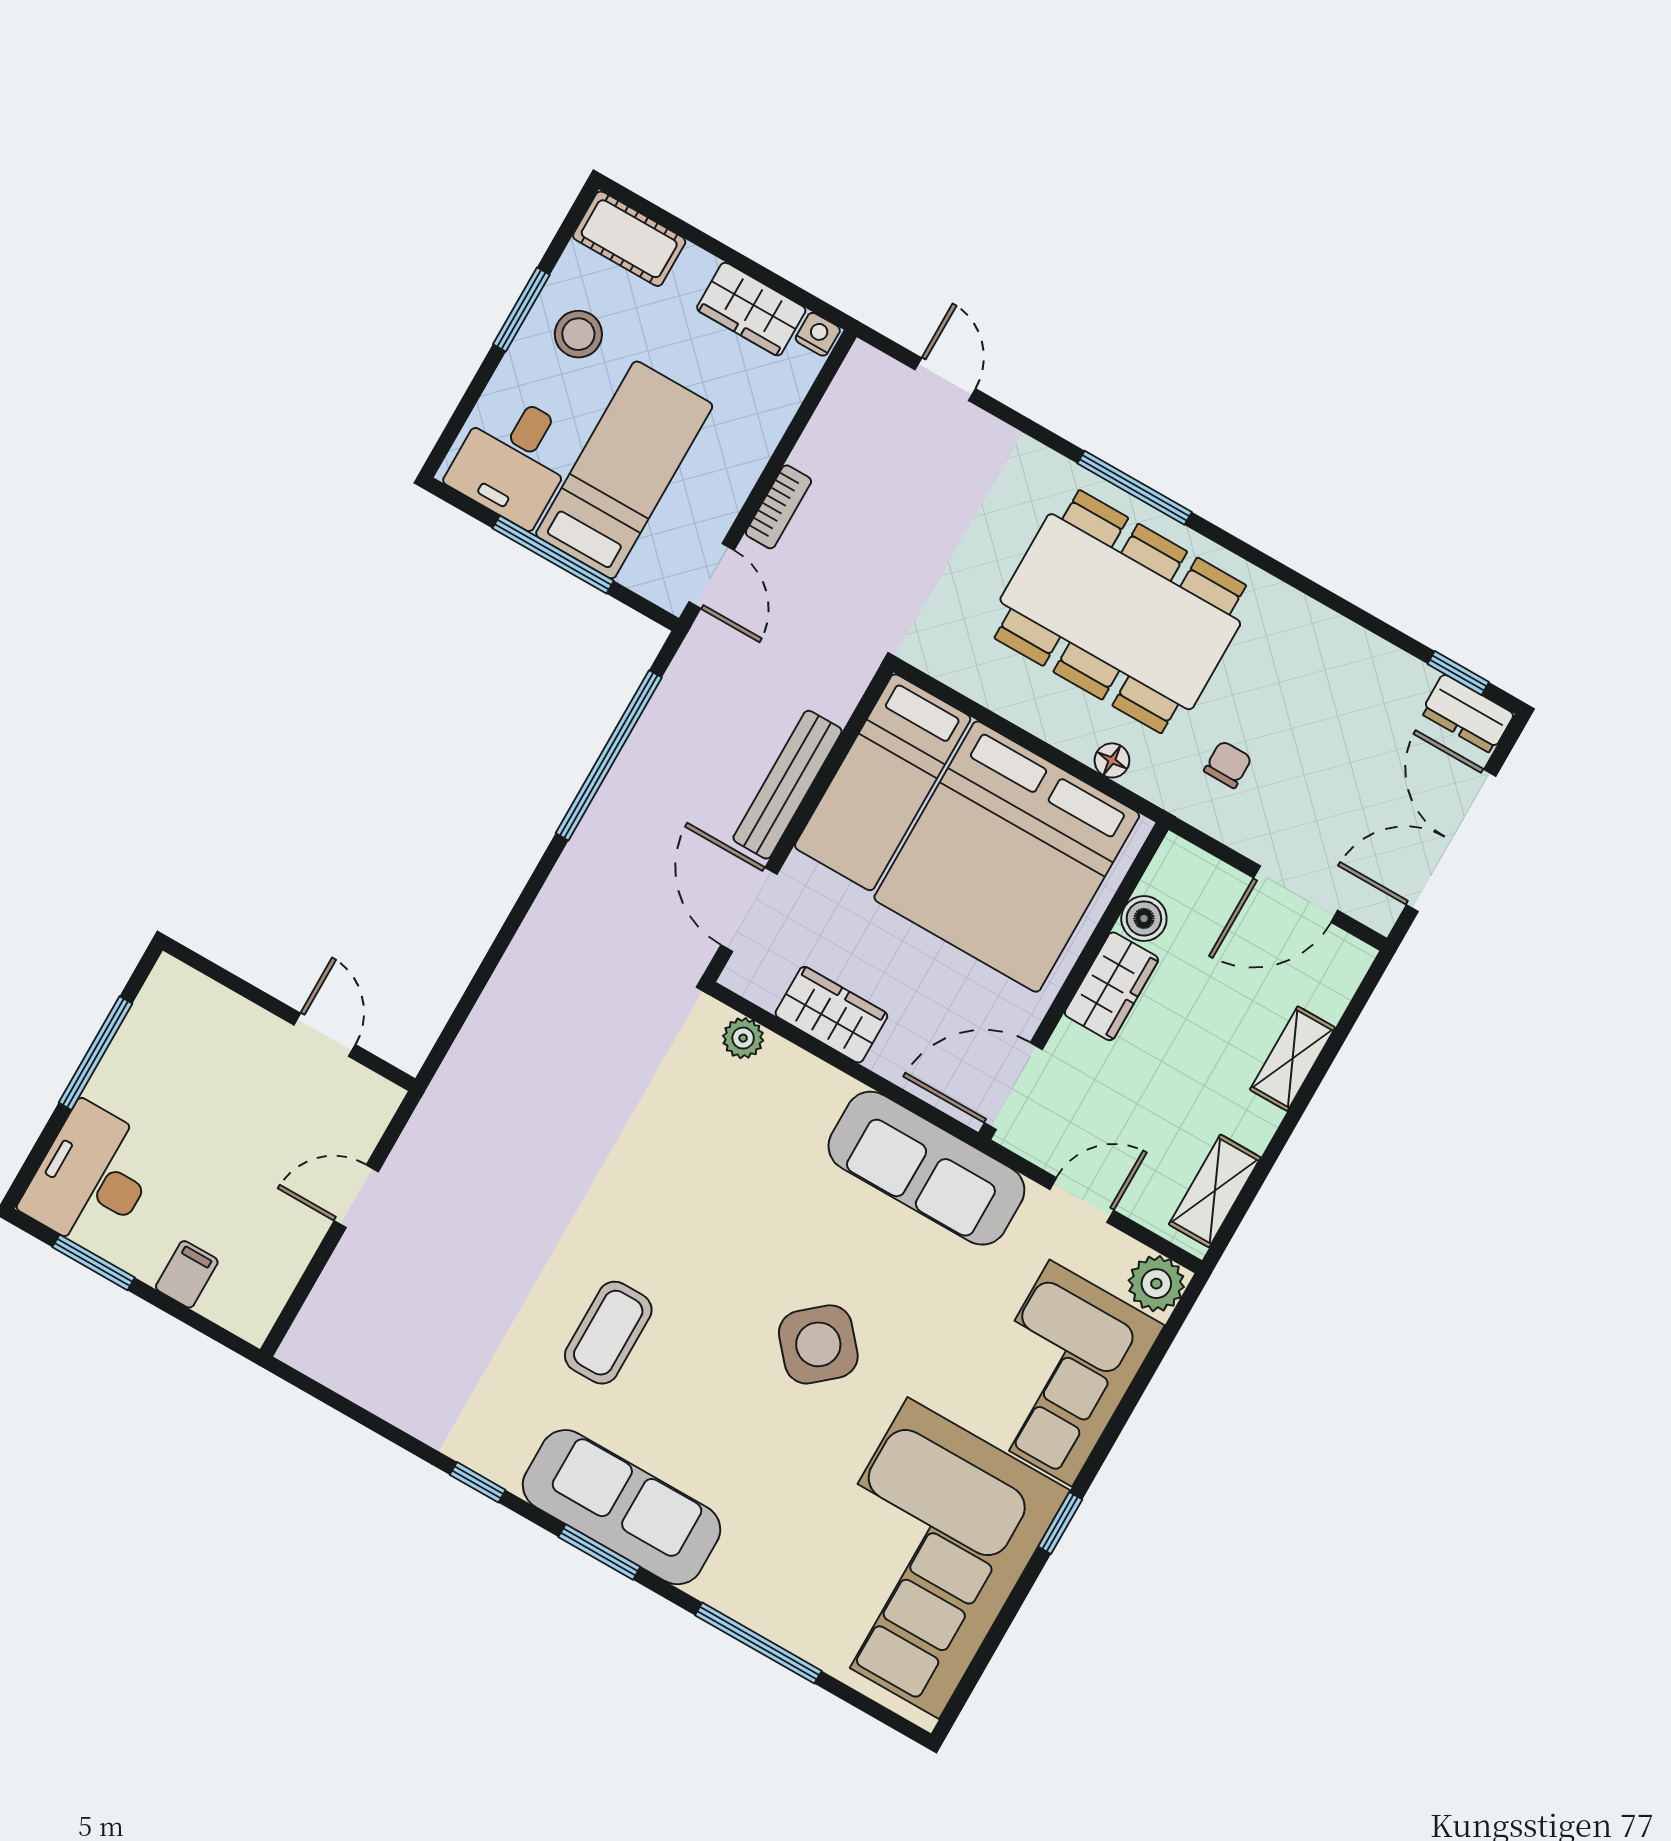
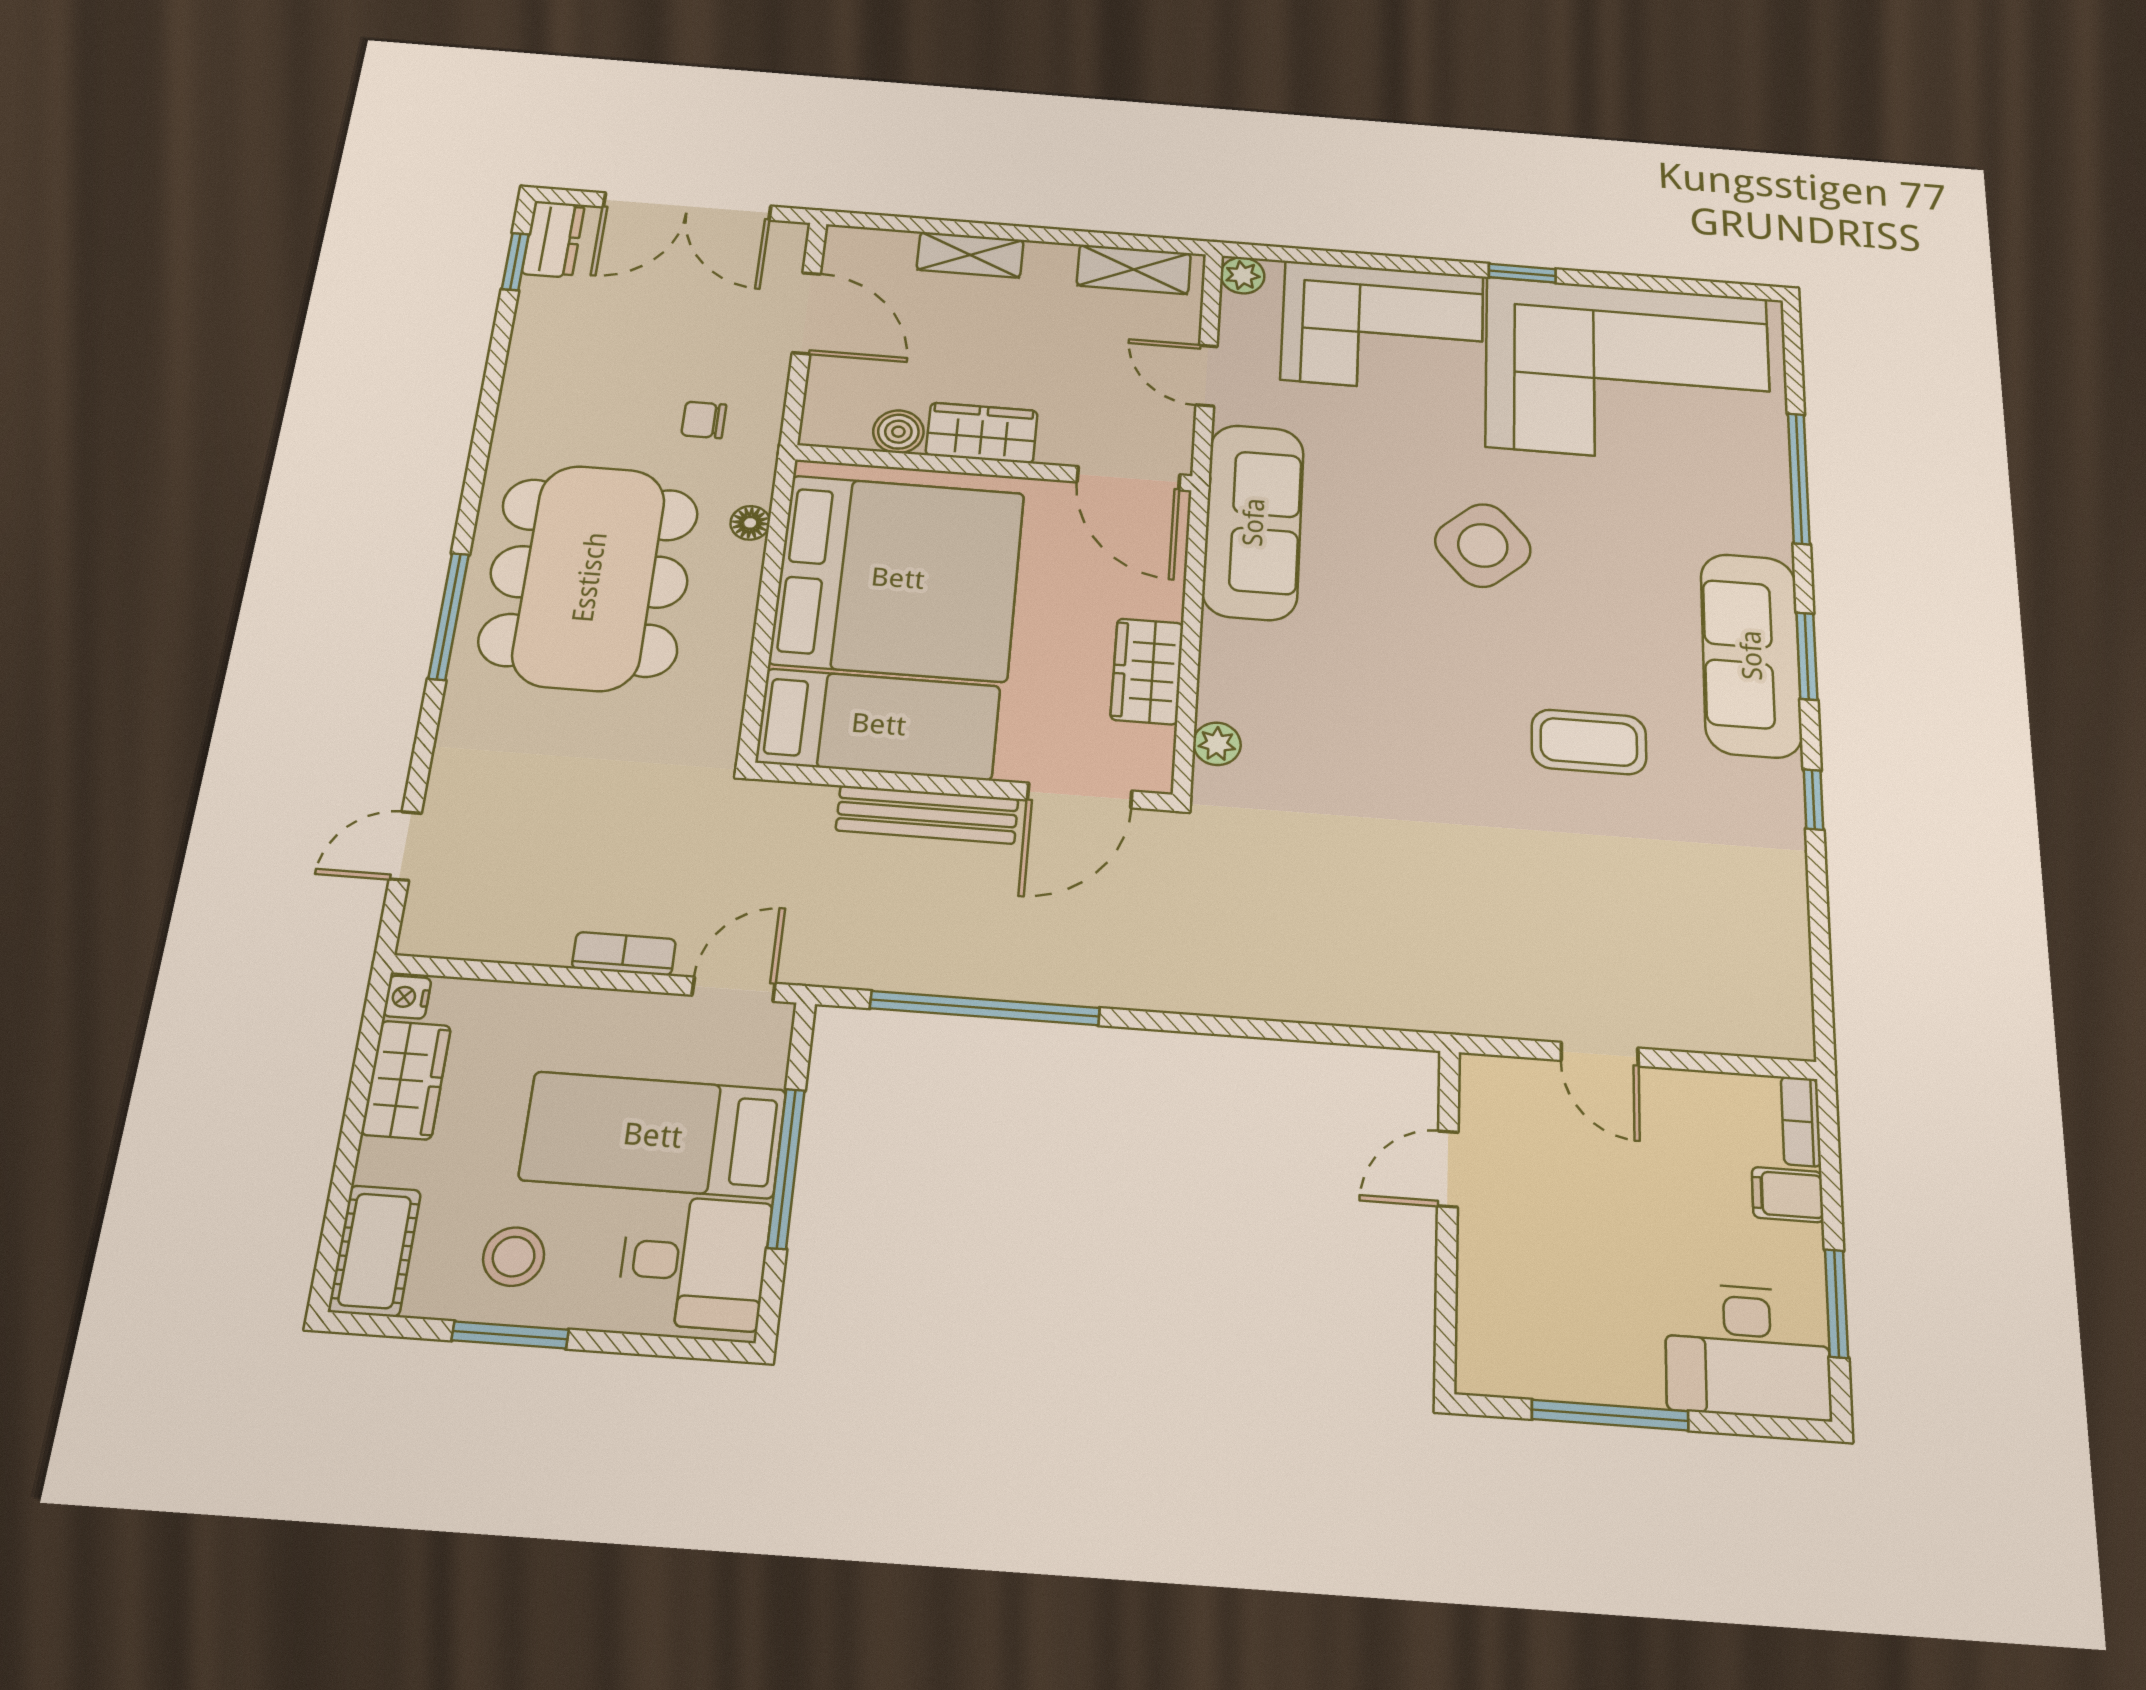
plant: (1156, 1284) -> (1242, 275), width x0.73, depth x0.73
bookcase: (235, 1317) -> (1801, 1121), added

